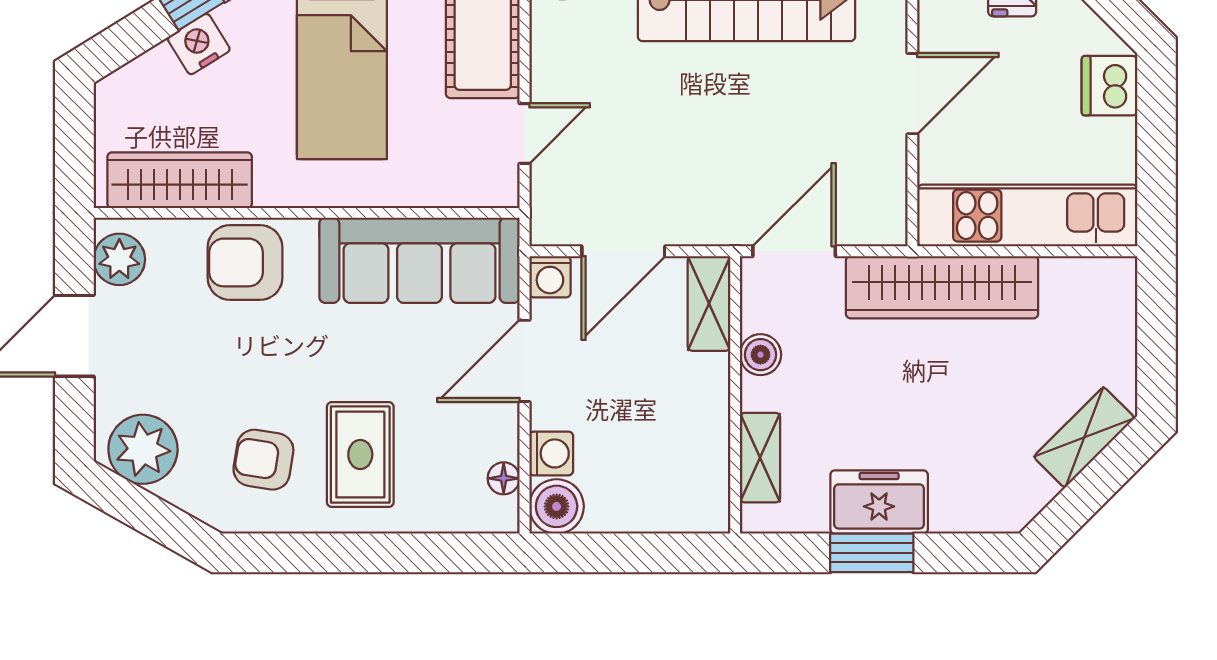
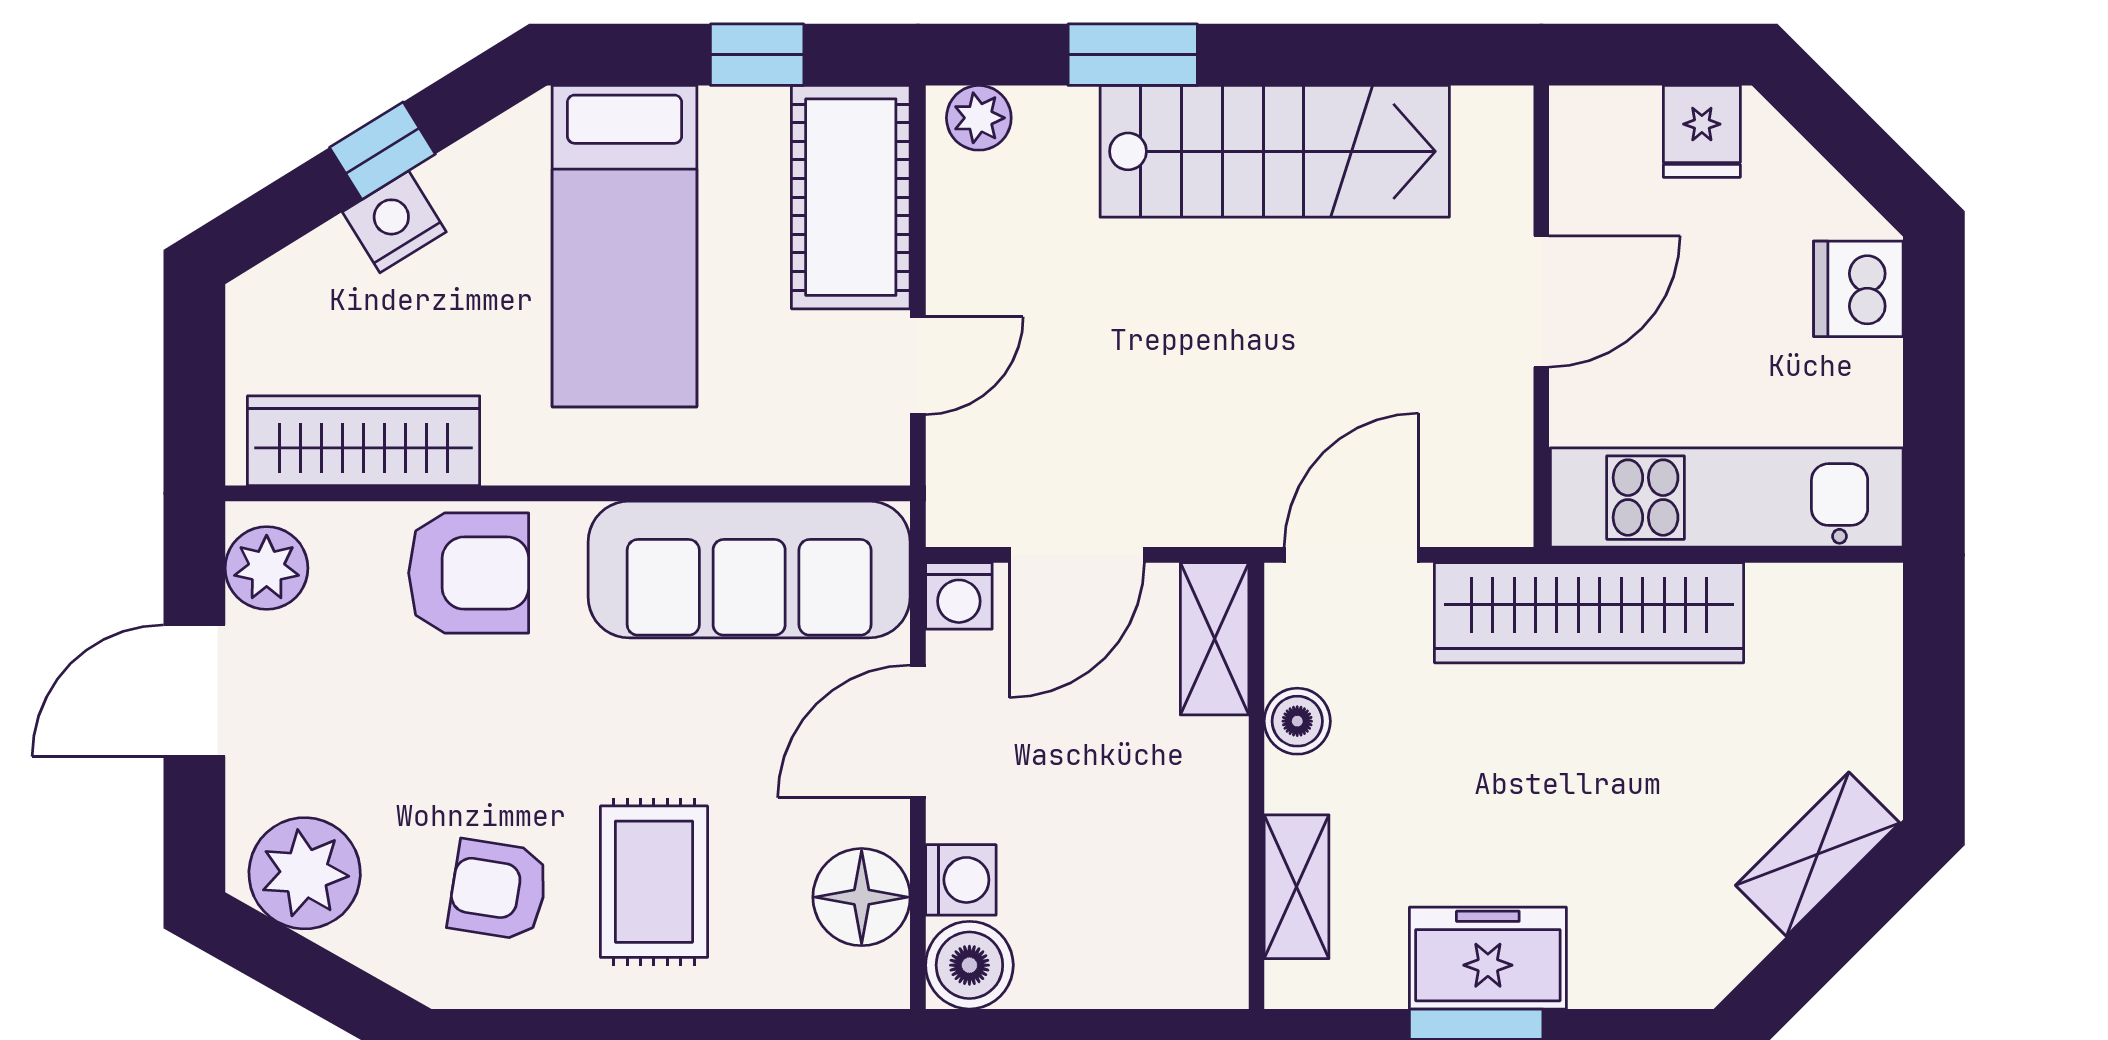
armchair: (245, 262) -> (469, 573), turned 180
floor lamp: (504, 478) -> (862, 897), width x1.89, depth x1.89

